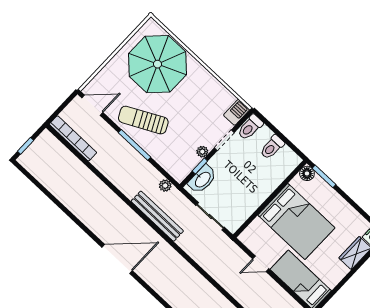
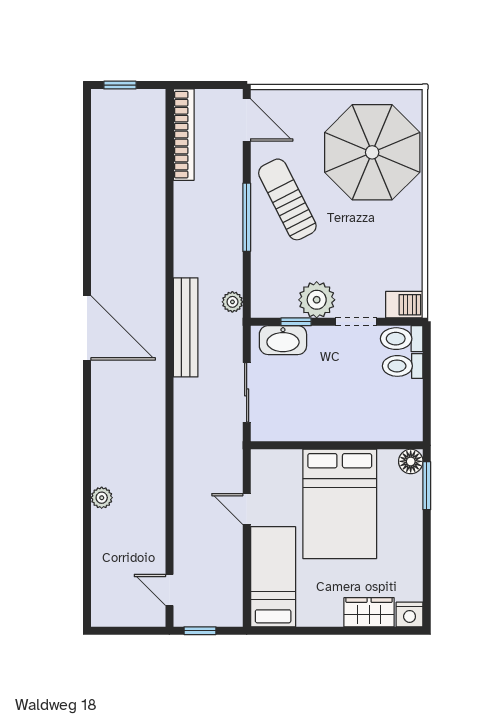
toilet: (272, 147) -> (403, 366), moved
plant: (202, 152) -> (317, 300), width x1.88, depth x1.88

